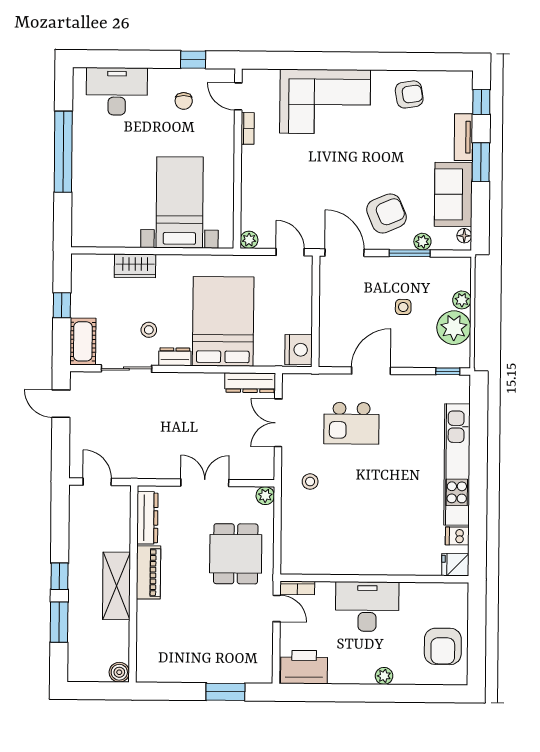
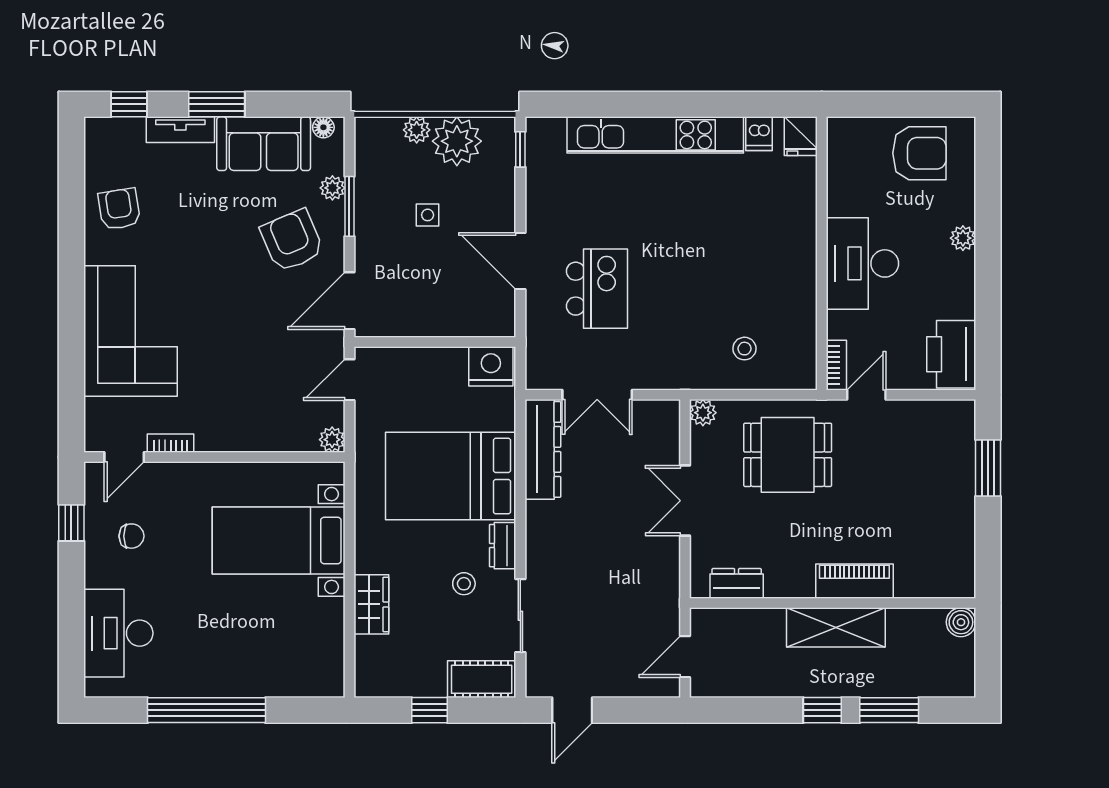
dresser: (250, 383) -> (543, 449), width x1.37, depth x1.24
stool: (310, 482) -> (744, 349), moved
dresser: (147, 518) -> (737, 583), width x0.70
piano: (149, 572) -> (854, 581), moved

